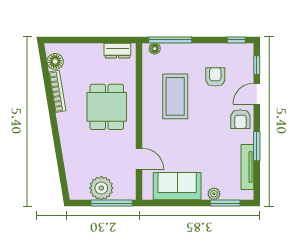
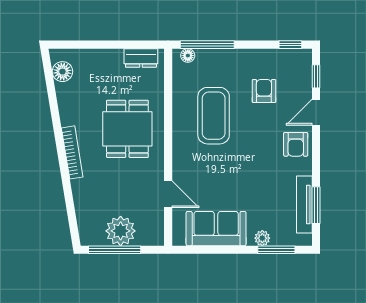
bookcase: (57, 91) -> (72, 152), moved
window: (257, 146) -> (316, 205), moved
window: (112, 203) -> (115, 250), moved

